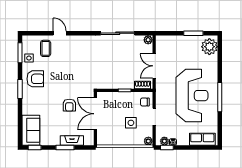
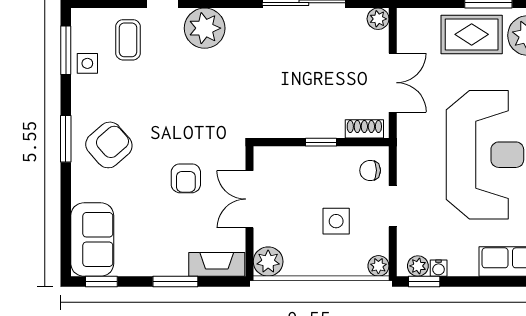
plant: (77, 44) -> (205, 28), added
rug: (186, 46) -> (472, 34), added
double door: (154, 66) -> (393, 83), swing flipped
armchair: (35, 79) -> (109, 145), moved, turned -41
double door: (95, 114) -> (249, 199), width x0.73
plant: (103, 139) -> (268, 262), added
fireplace: (72, 140) -> (217, 264), moved

